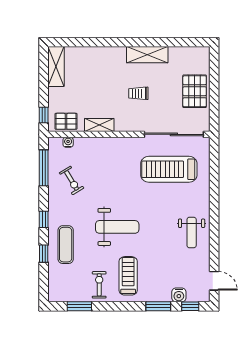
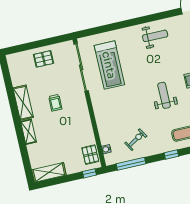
pallet: (195, 91) -> (43, 59), width x0.67, depth x0.71
shelving: (99, 125) -> (28, 132), moved
weight bench: (117, 227) -> (164, 95), width x0.73, depth x0.75

